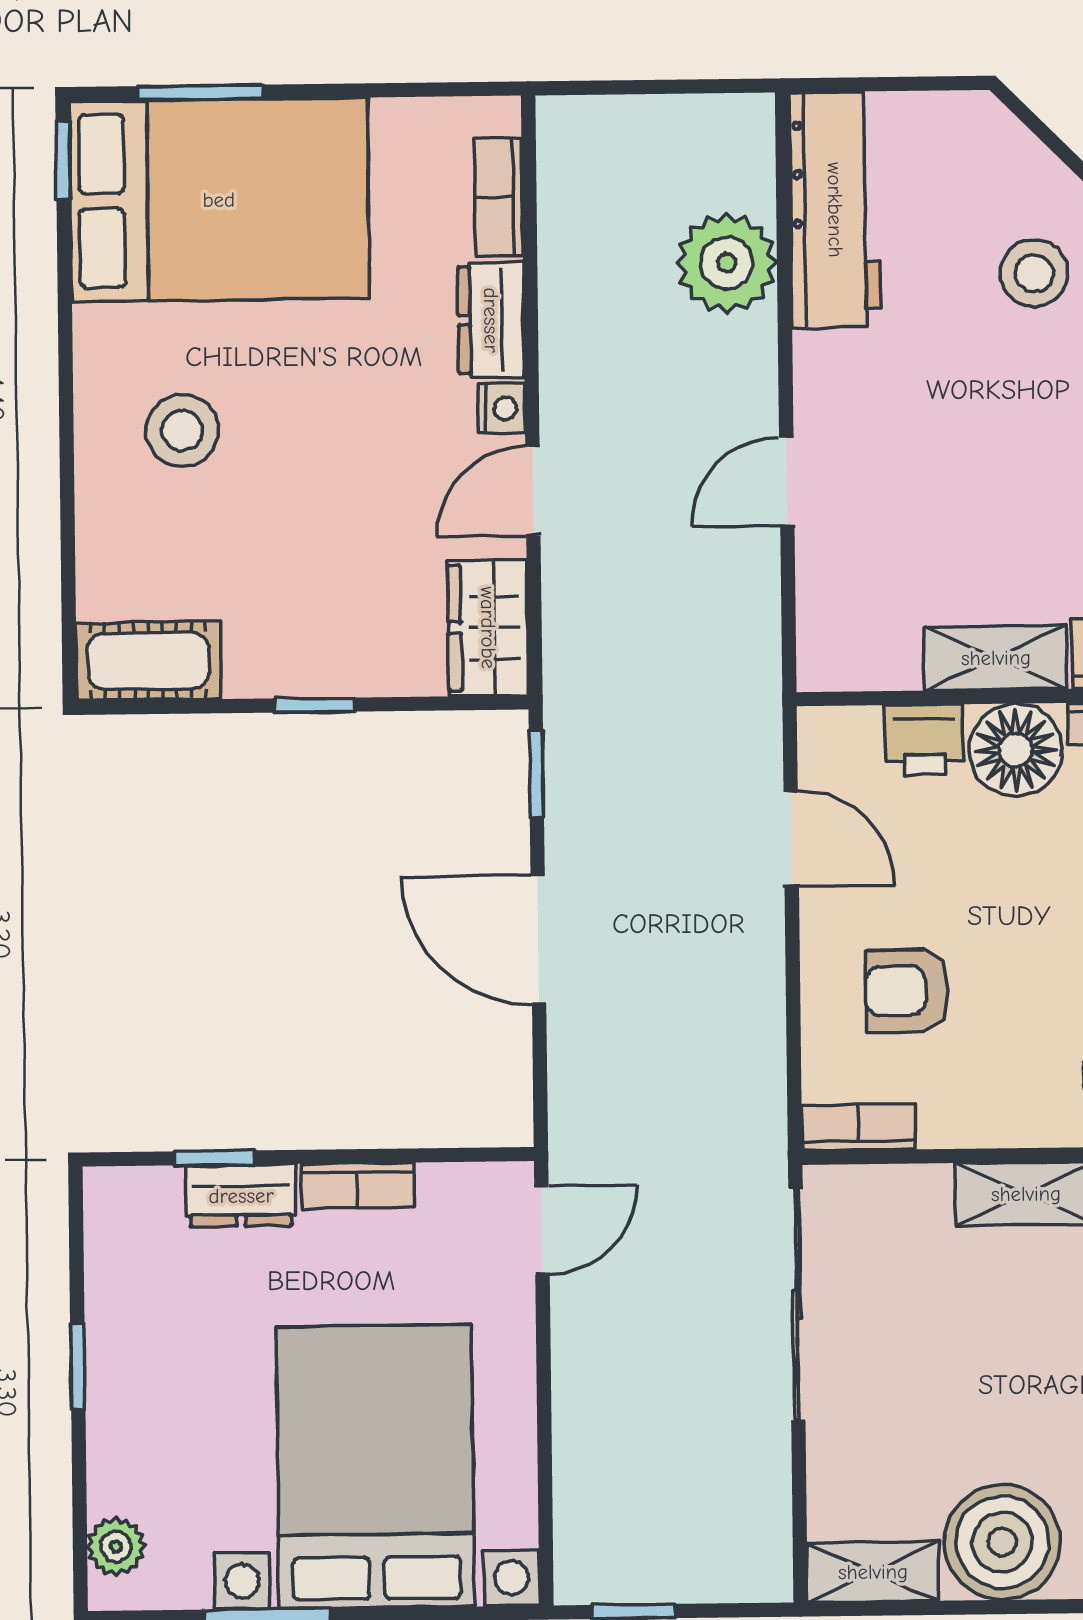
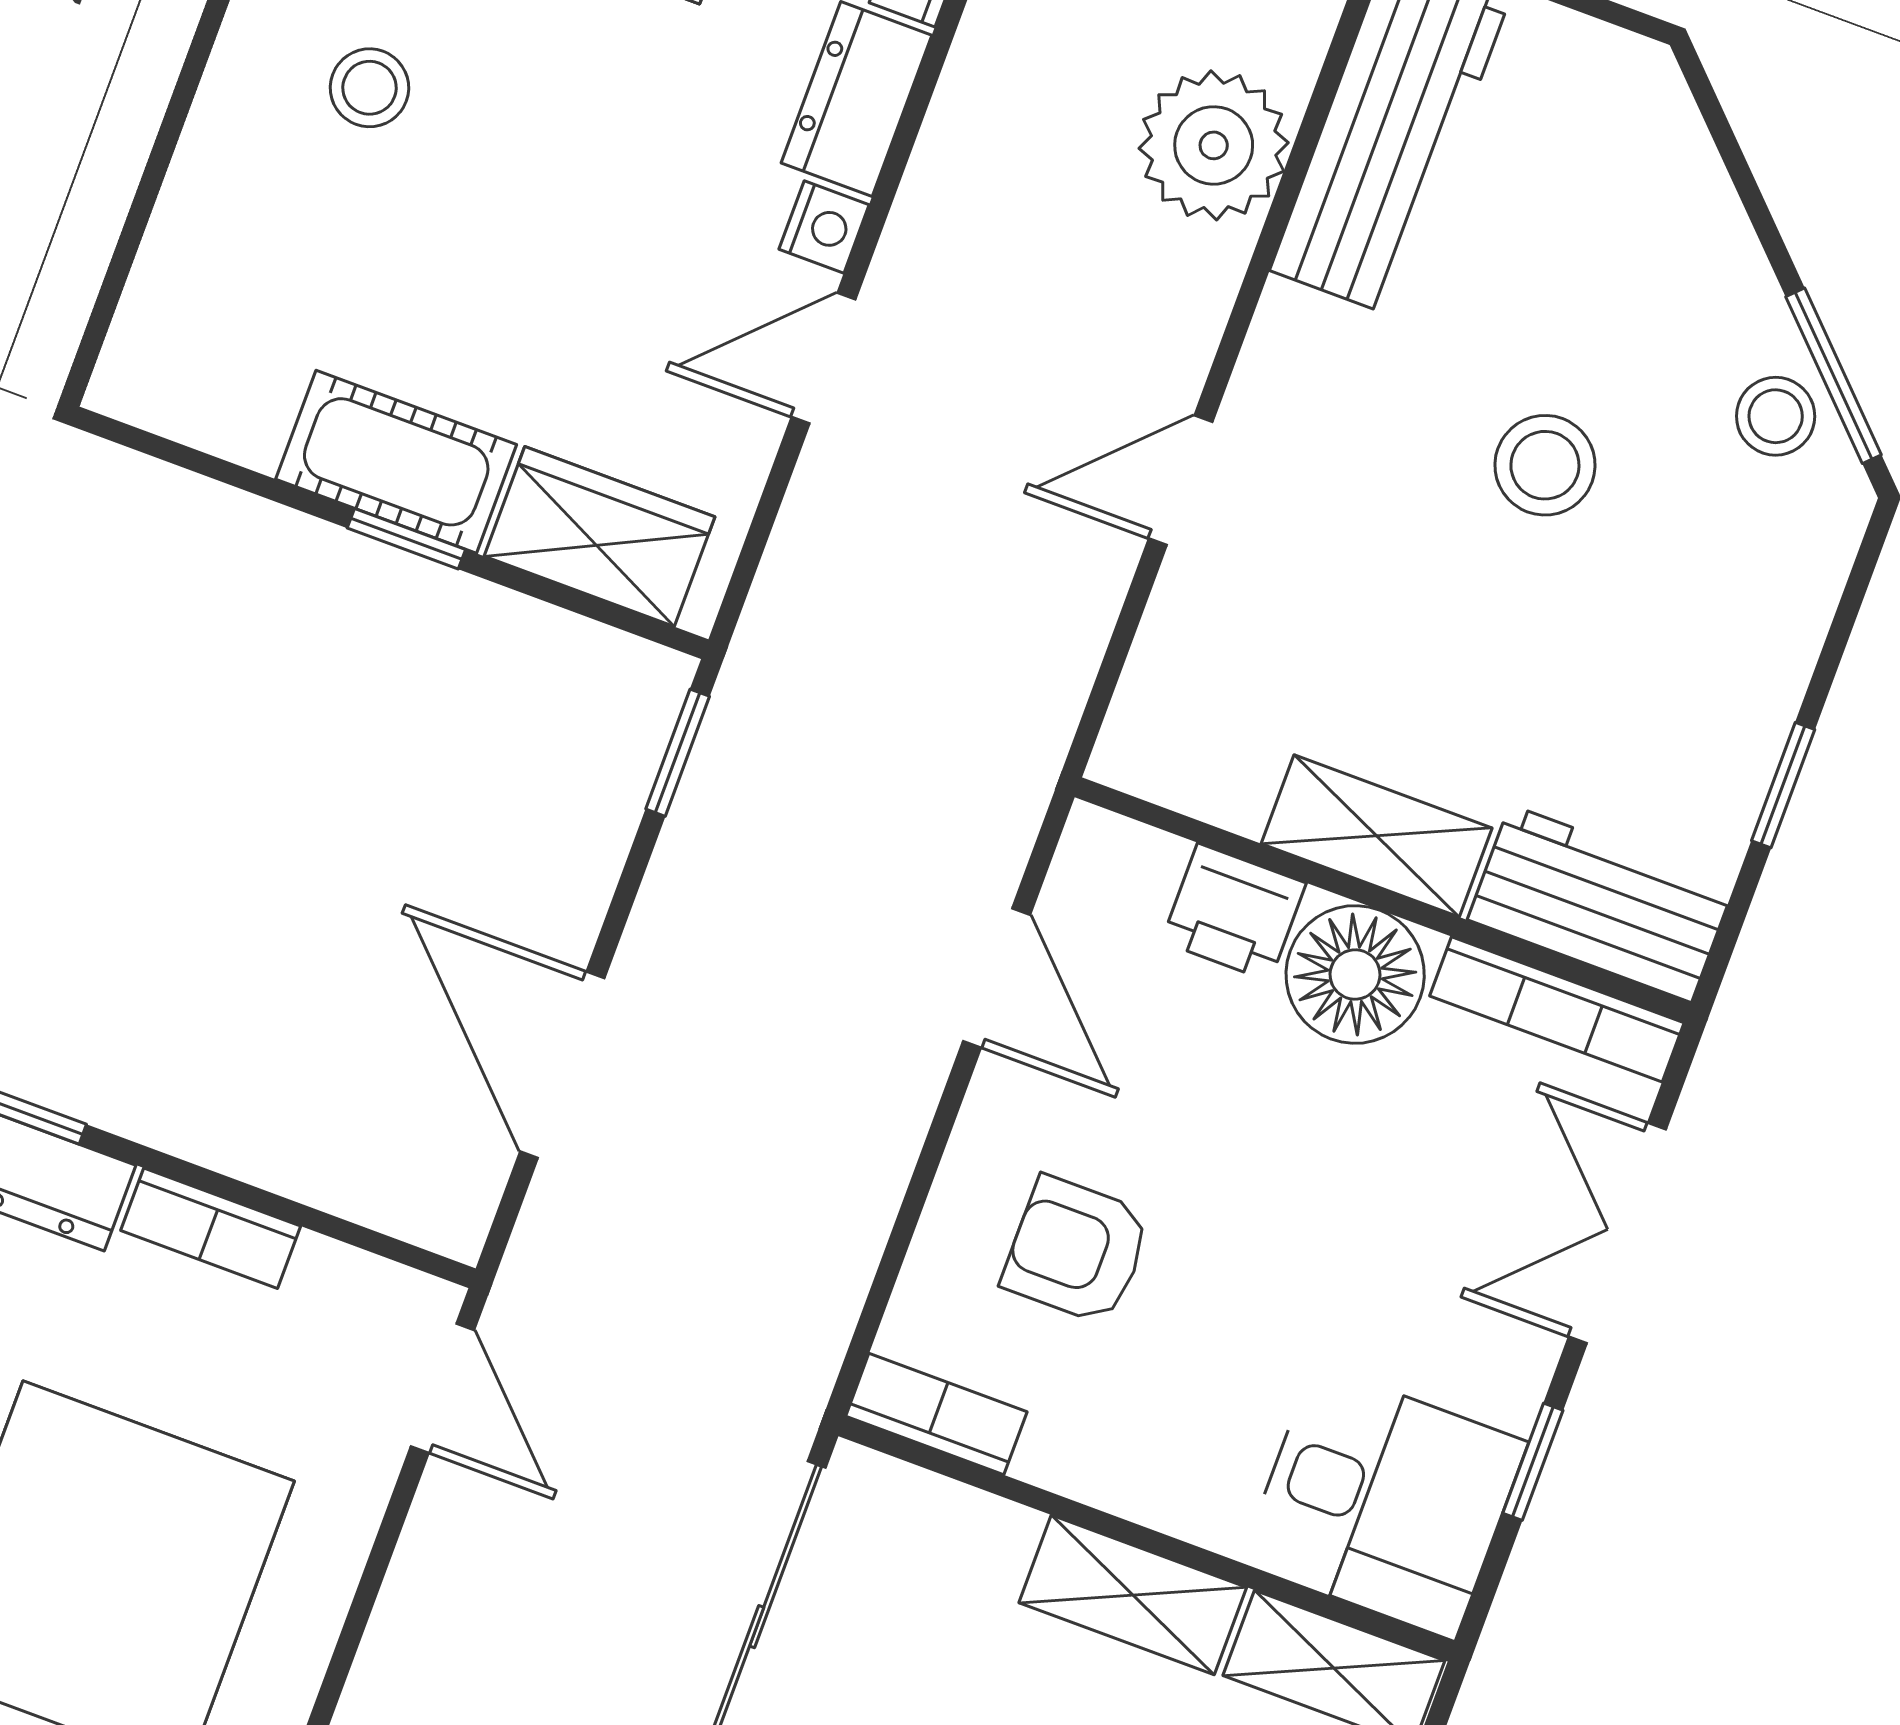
stool: (1034, 273) -> (1545, 465), moved
stool: (182, 430) -> (369, 88), width x0.73, depth x0.73
wardrobe: (488, 628) -> (599, 536), moved, turned 90
cot: (148, 661) -> (396, 462), moved
door: (538, 940) -> (562, 1065), moved
door: (542, 1230) -> (443, 1388), hinge flipped

